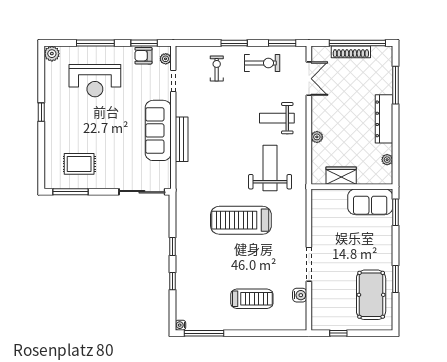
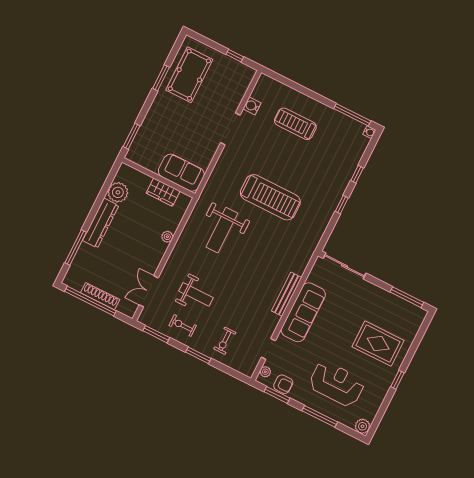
exercise bike: (262, 63) -> (183, 326), width x0.73, depth x0.72
weight bench: (277, 118) -> (196, 294), moved
plant: (387, 160) -> (118, 192), width x1.88, depth x1.88
rug: (79, 164) -> (378, 344), moved, width x1.36, depth x1.43
sofa: (370, 202) -> (181, 173), moved

